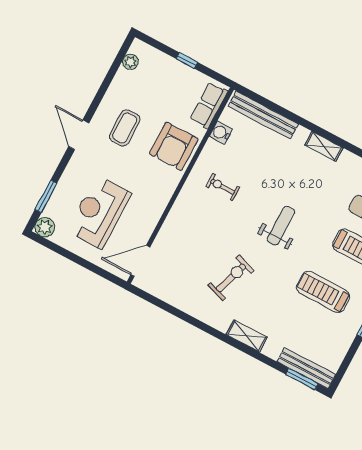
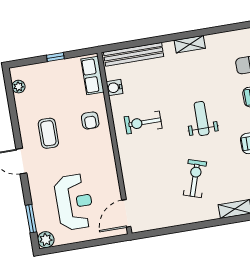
armchair: (174, 146) -> (90, 120), width x0.53, depth x0.53
exercise bike: (223, 187) -> (143, 123), width x1.38, depth x1.39
reception desk: (99, 212) -> (74, 202), turned 180

